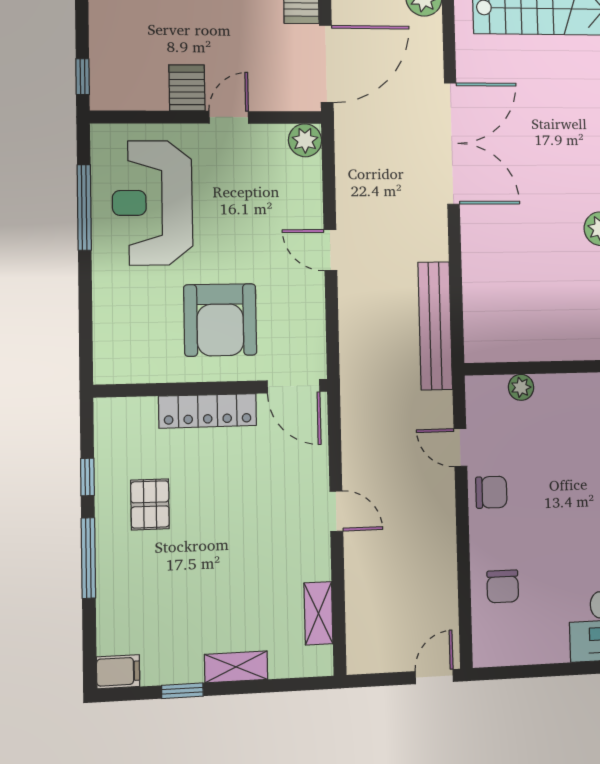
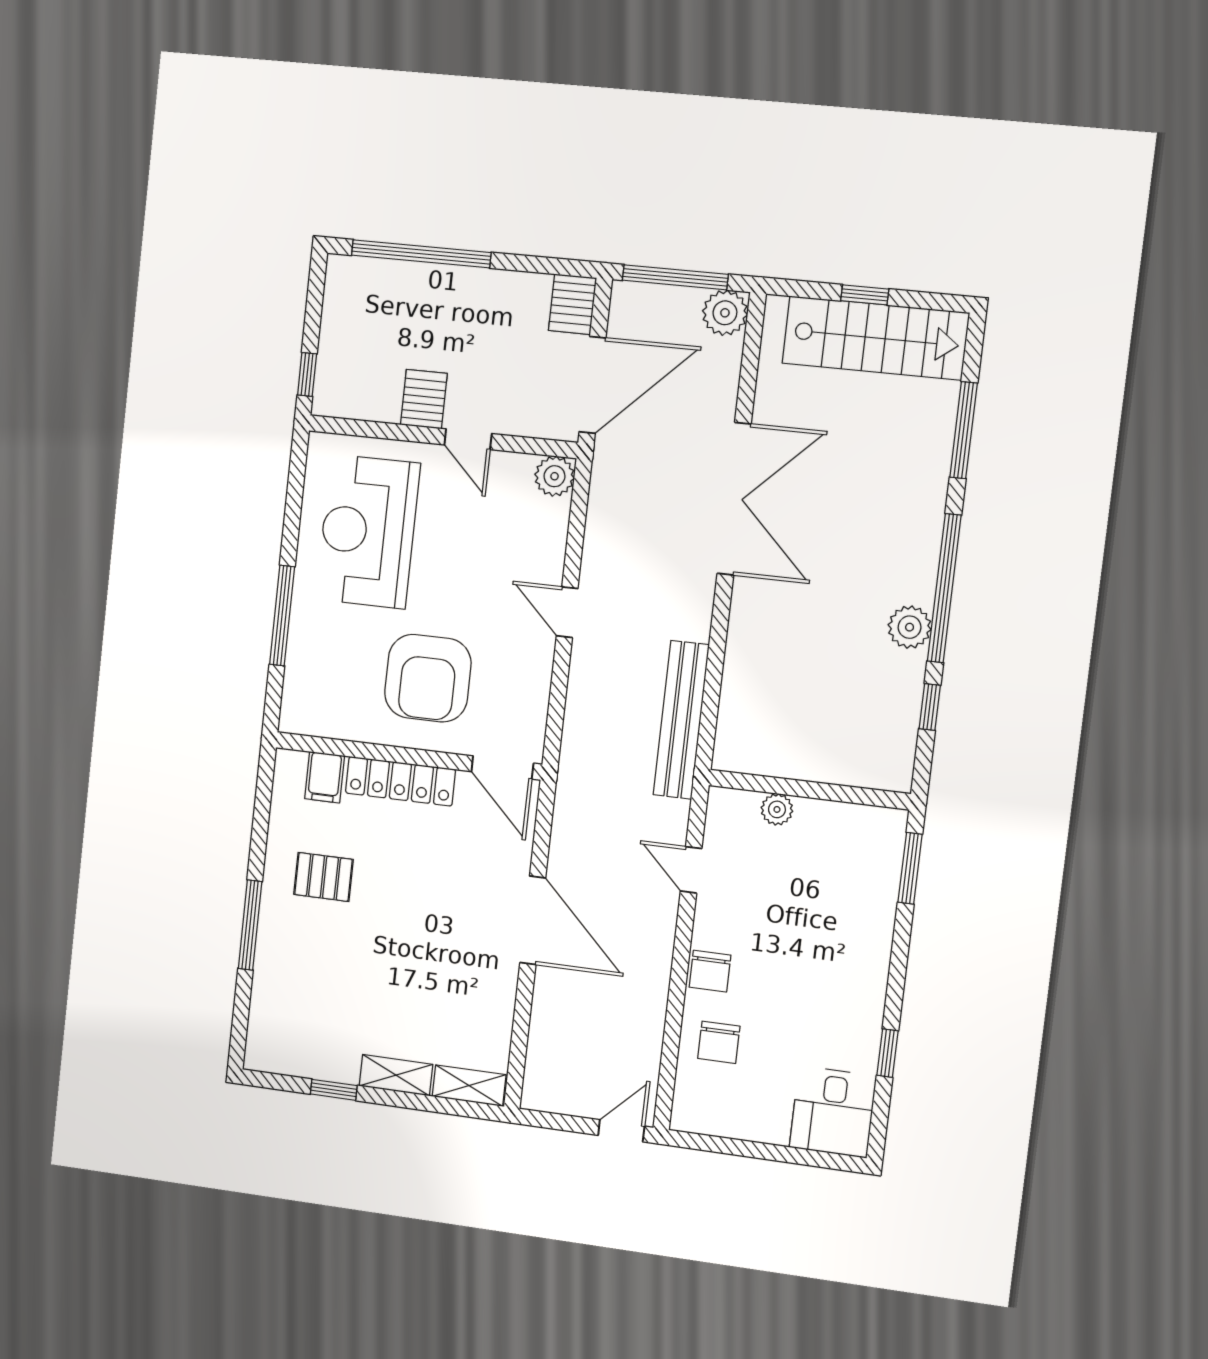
door: (229, 117) -> (468, 439), swing flipped
window: (84, 207) -> (282, 616), moved
window: (87, 477) -> (259, 835), removed
chair: (491, 492) -> (710, 971), moved, turned 90
pallet: (150, 504) -> (323, 877), turned 90
door: (336, 511) -> (533, 920), width x1.88
shelving: (318, 613) -> (469, 1086), moved, turned 90
filing cabinet: (118, 672) -> (325, 777), moved, turned 90

